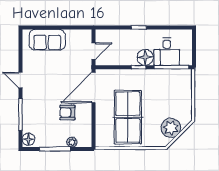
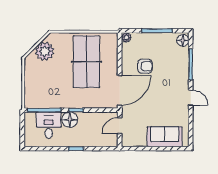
plant: (72, 142) -> (126, 37), moved

